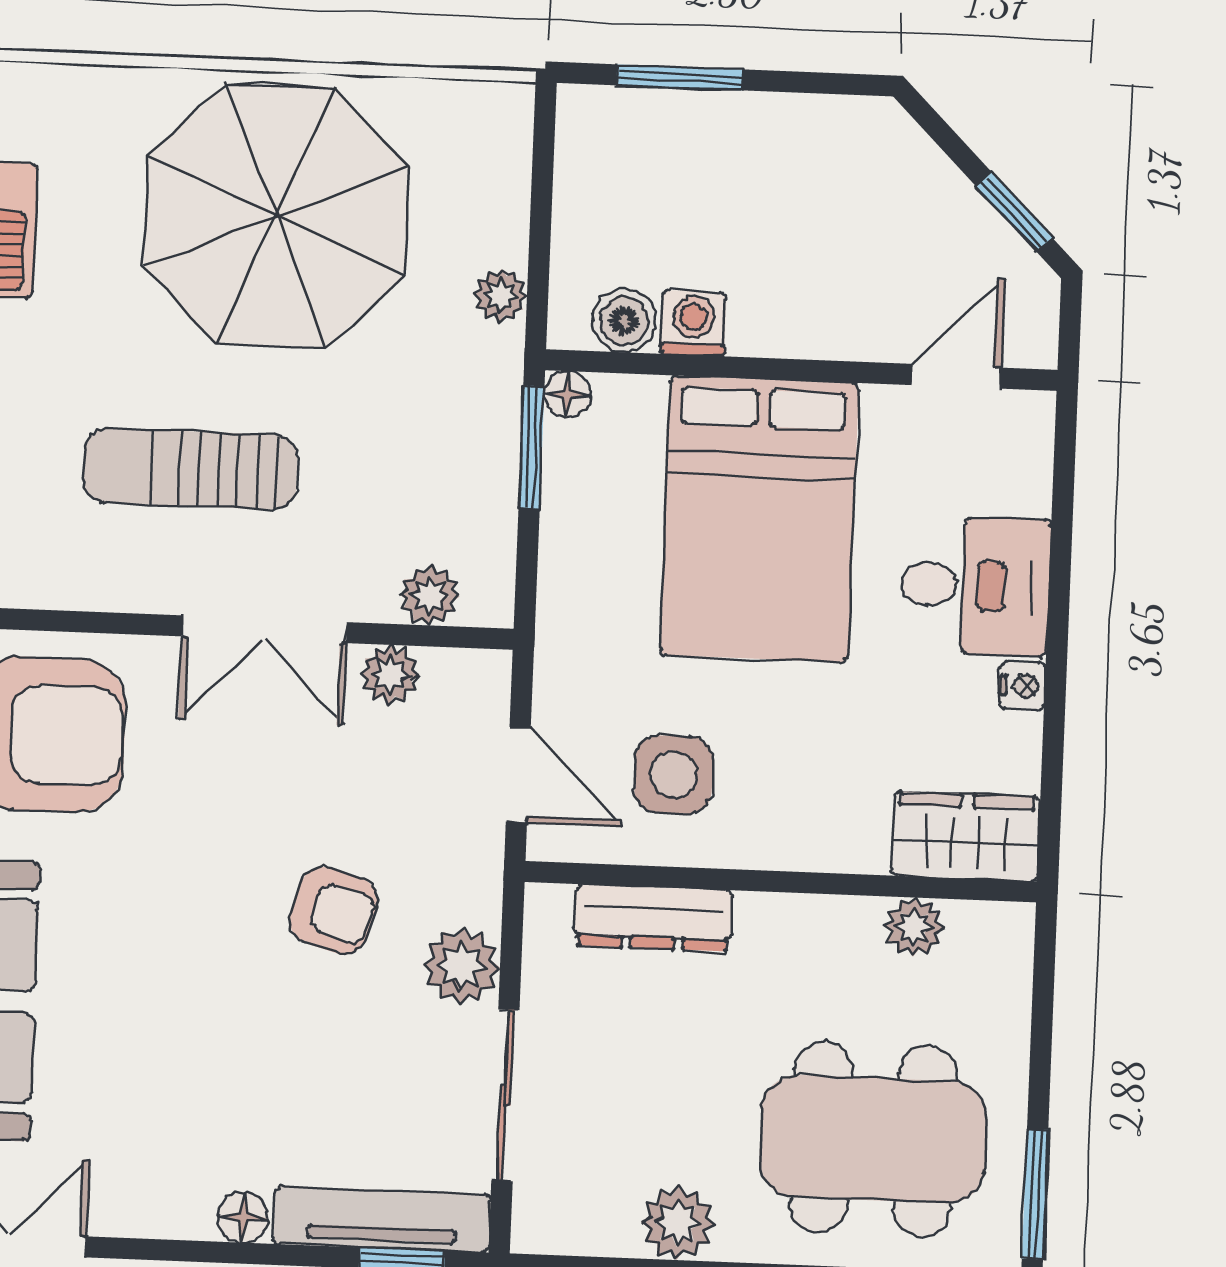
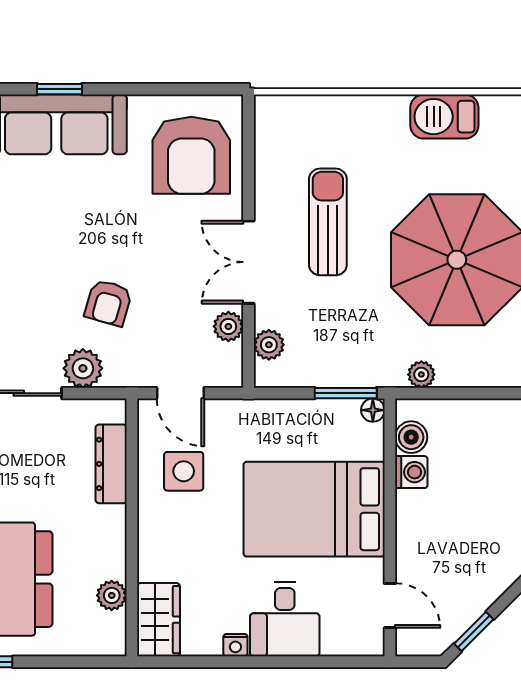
door: (518, 775) -> (180, 393), hinge flipped

